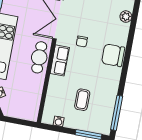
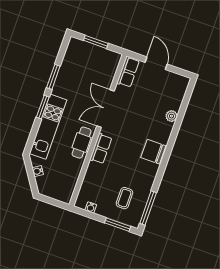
chair: (82, 41) -> (125, 134), removed
coffee table: (82, 100) -> (124, 198), moved

